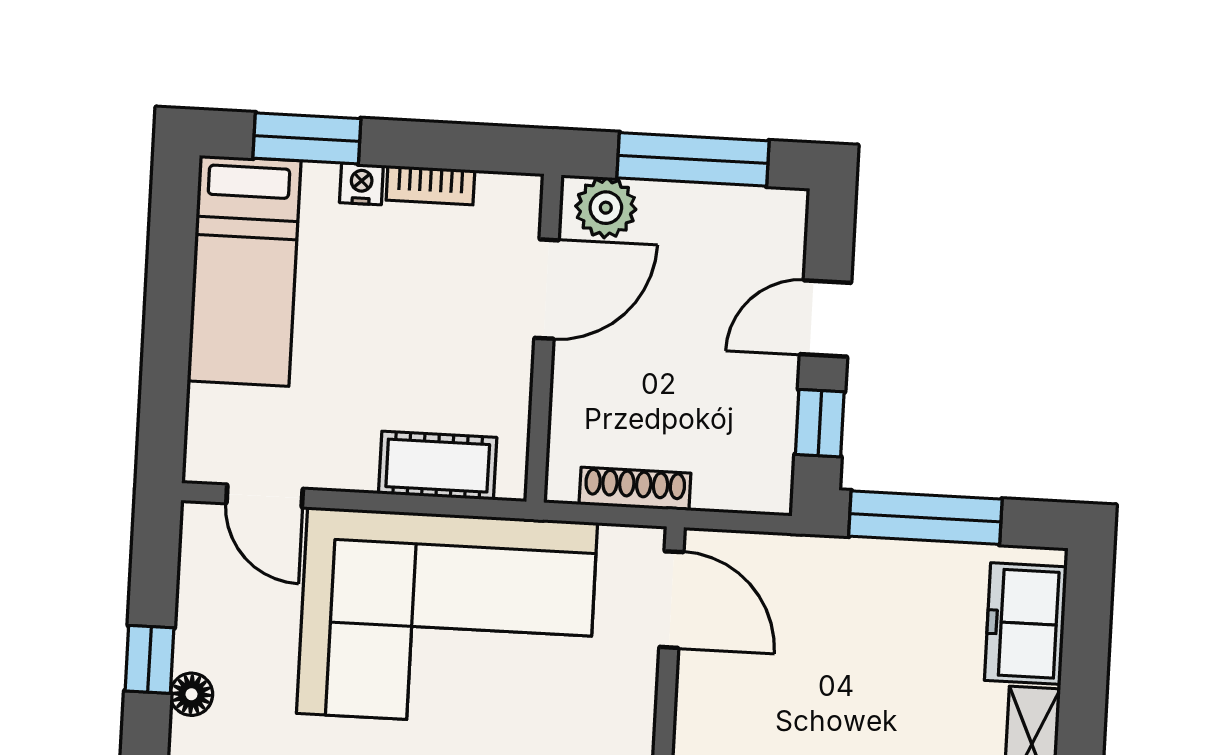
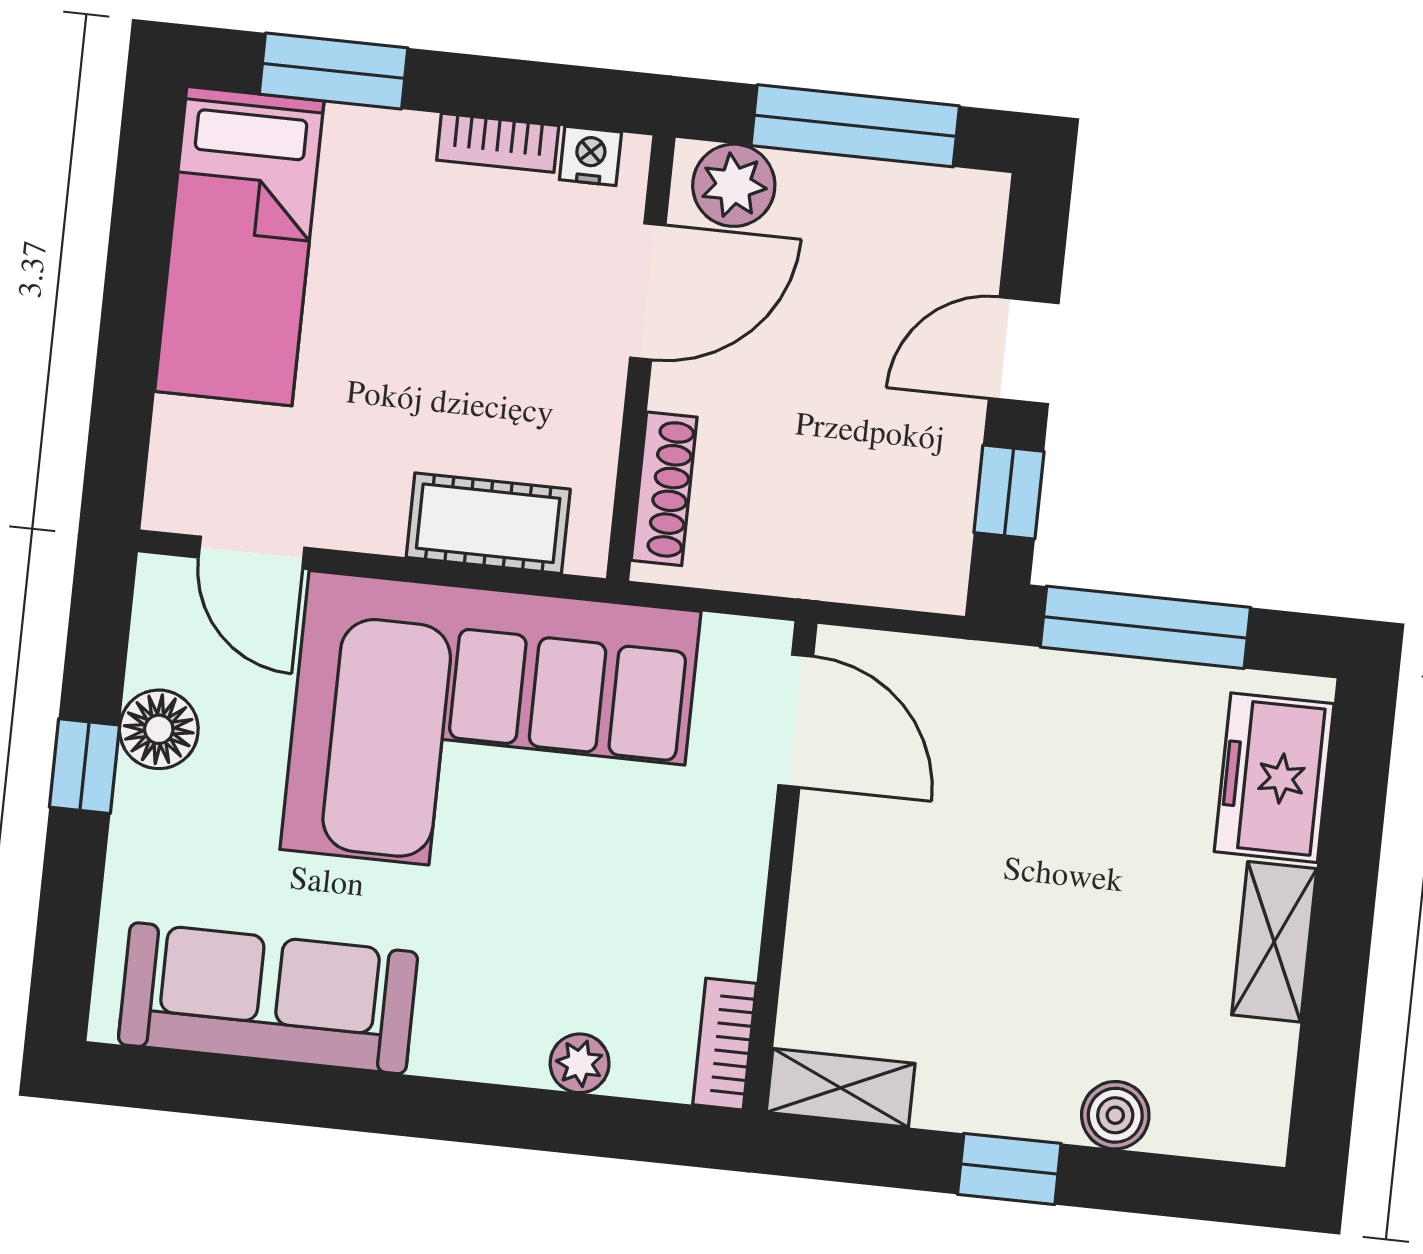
nightstand: (361, 184) -> (590, 156), moved
shoe rack: (635, 489) -> (664, 489), moved, turned 90
floor lamp: (191, 694) -> (159, 729), moved, width x1.37, depth x1.37

